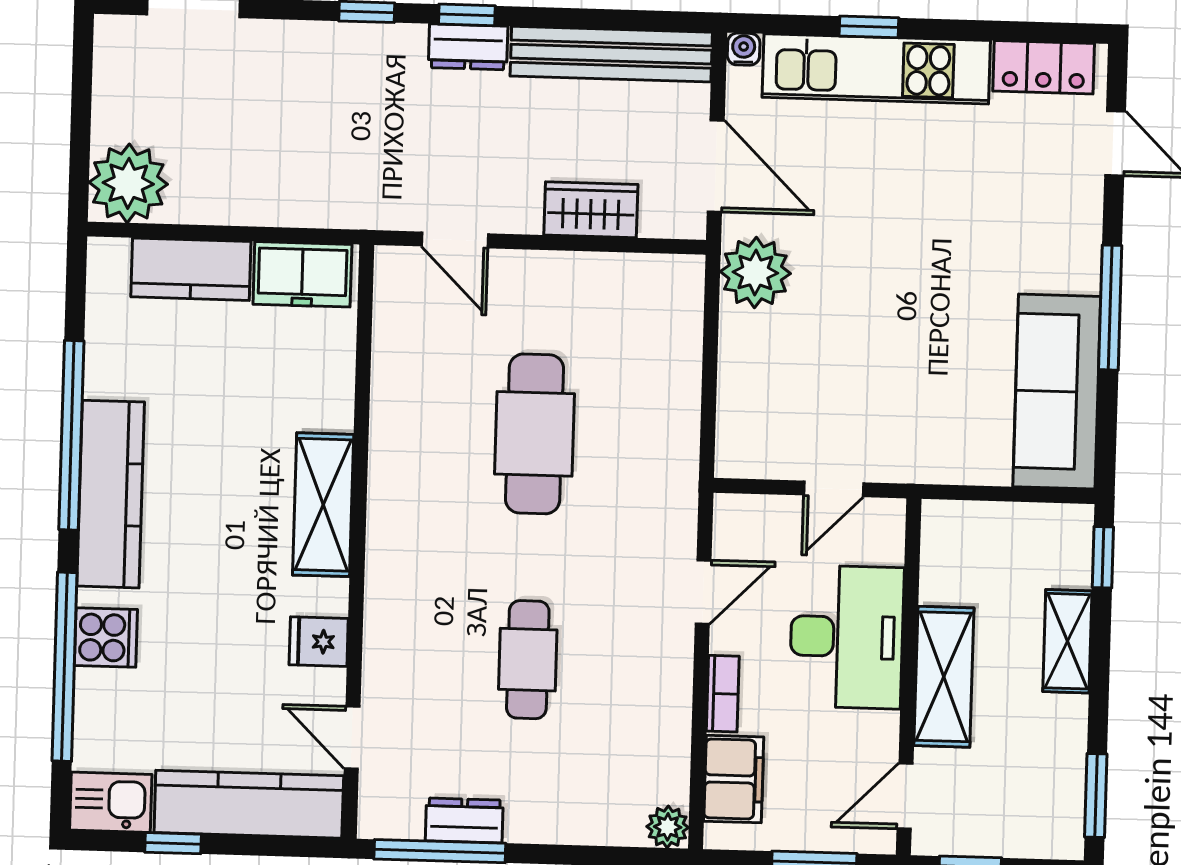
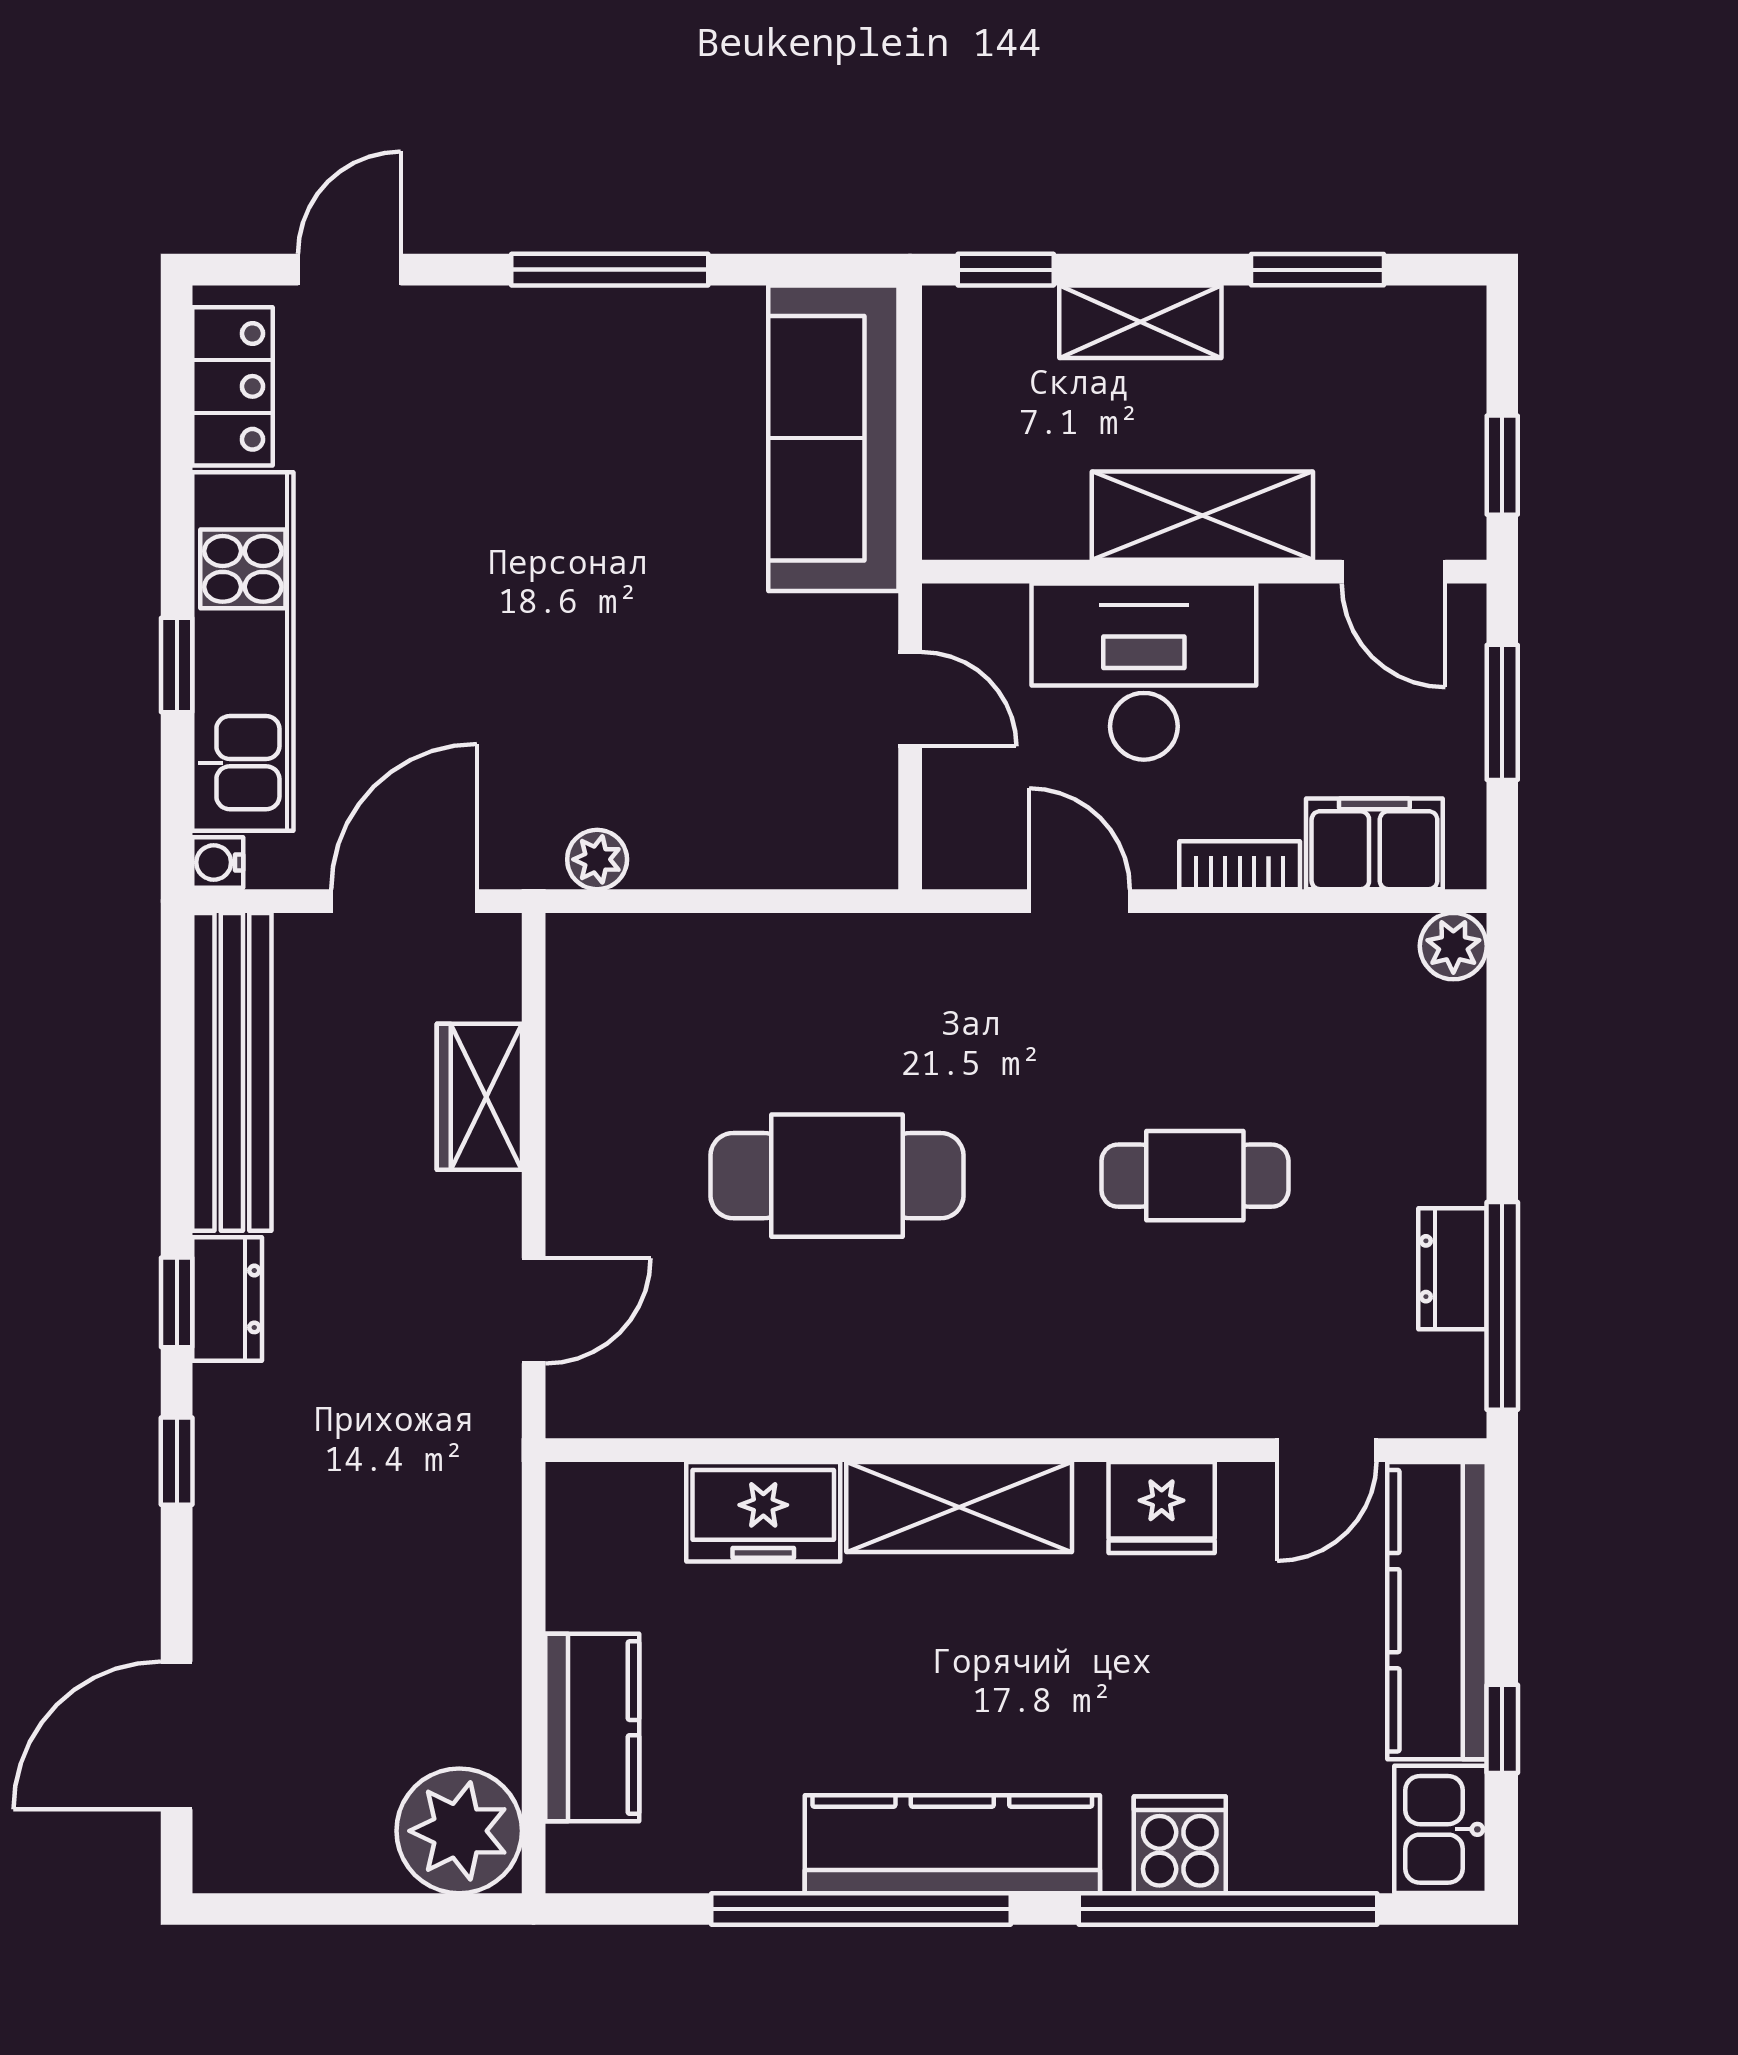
plant: (755, 272) -> (597, 859), width x0.53, depth x0.53
freezer: (302, 274) -> (763, 1512), moved, turned 90
sofa: (1057, 392) -> (833, 438), moved, turned 90
fridge: (319, 642) -> (1162, 1508), width x1.38
window: (1096, 795) -> (1317, 270), moved

